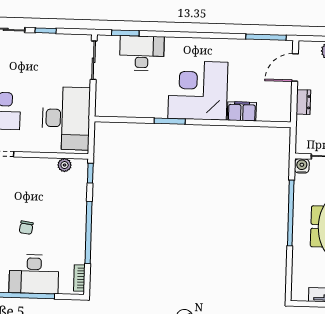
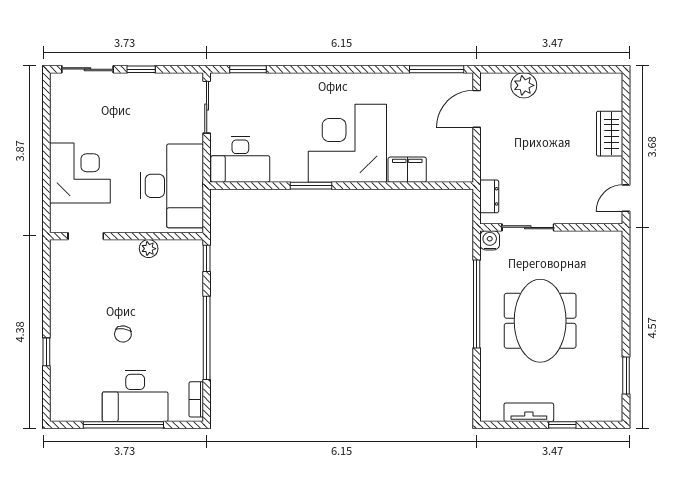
desk: (142, 53) -> (240, 159), moved, turned 180
dresser: (303, 102) -> (489, 196), moved
plant: (65, 165) -> (149, 249), moved

